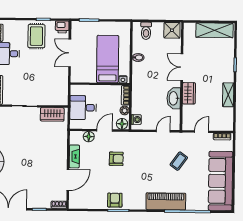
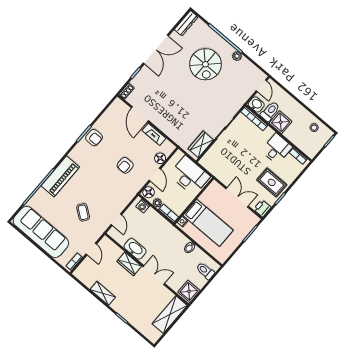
shelving: (214, 30) -> (170, 315), moved
desk: (83, 108) -> (190, 176), width x1.37

